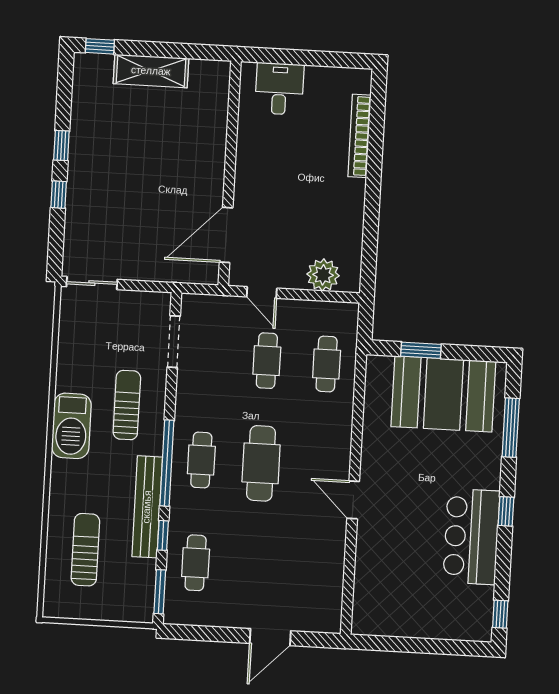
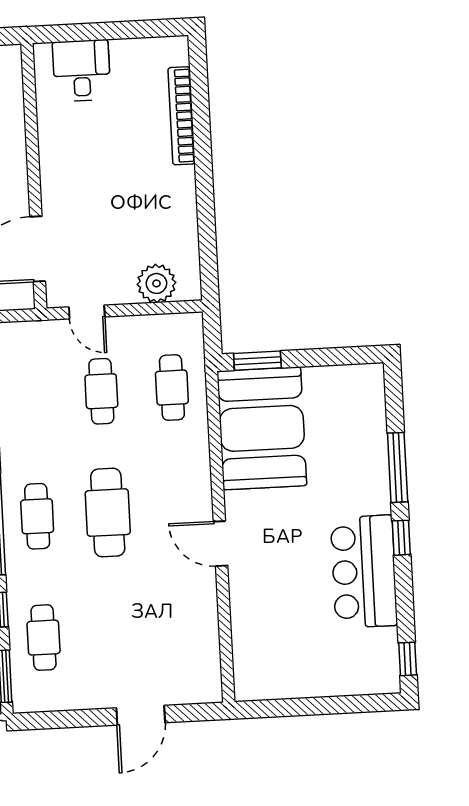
window: (421, 350) -> (257, 361), moved
booth: (443, 394) -> (262, 428), moved, turned 90
window: (511, 428) -> (398, 467), moved

